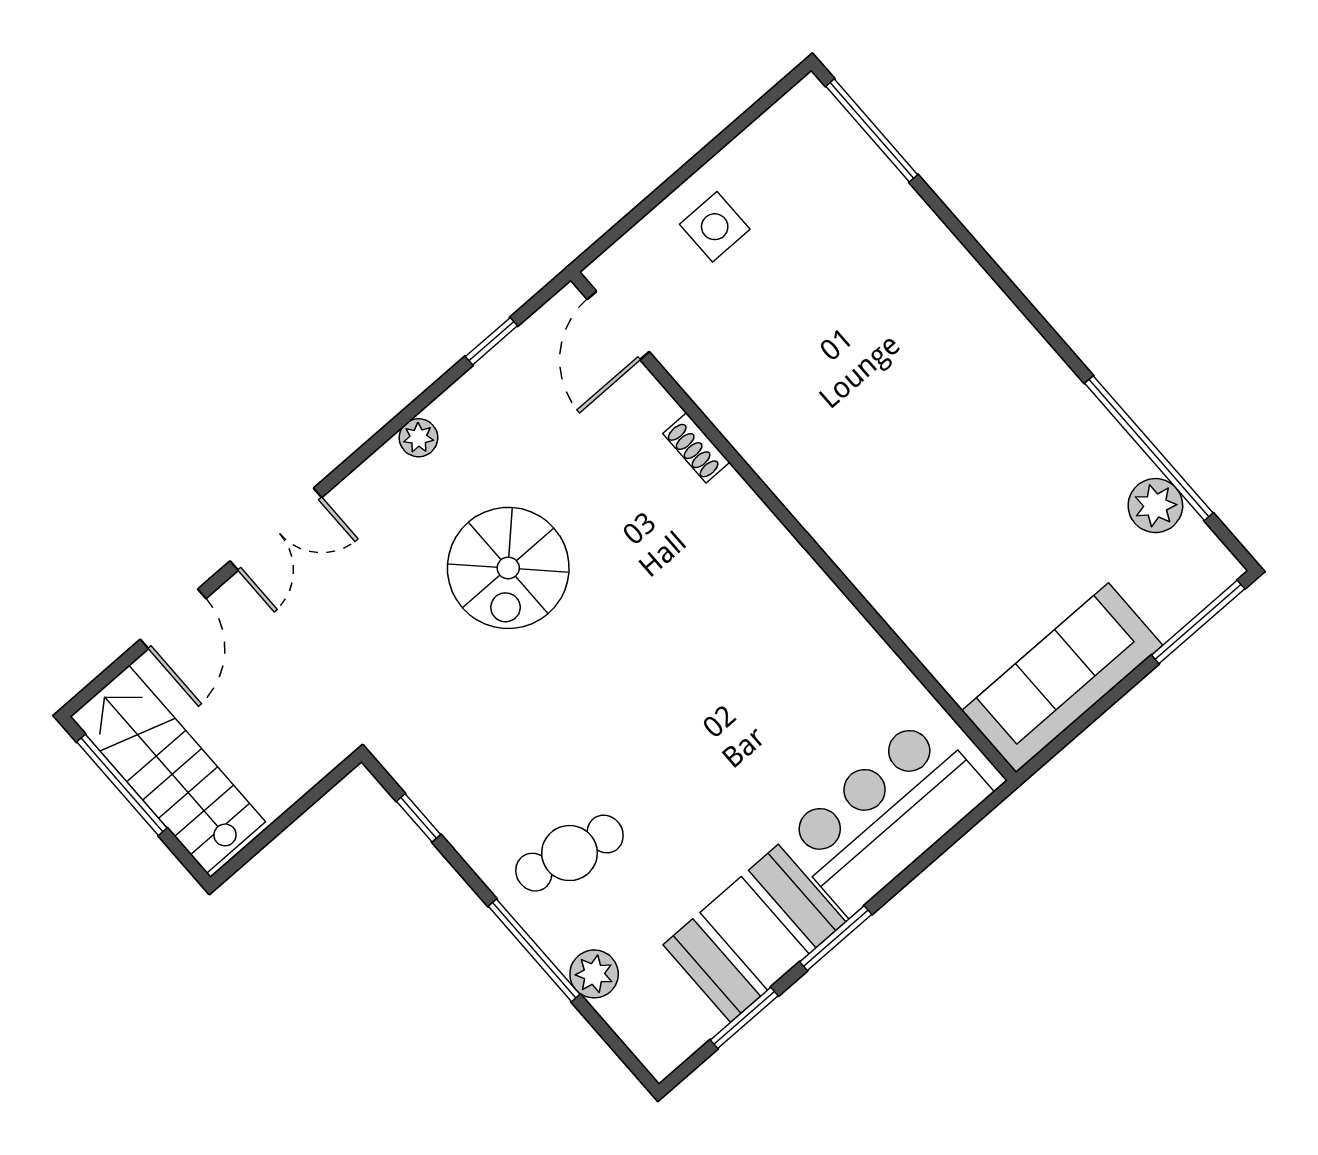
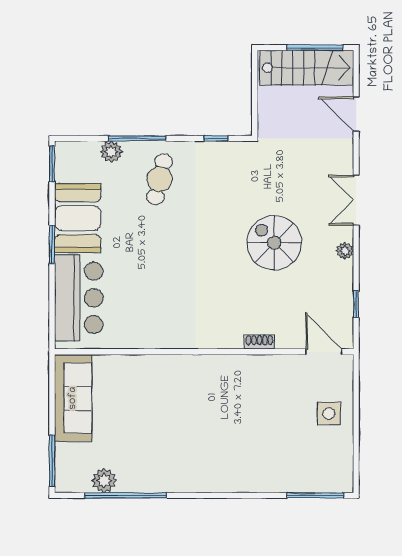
double door: (276, 529) -> (356, 200), moved
window: (744, 1018) -> (52, 164), moved

